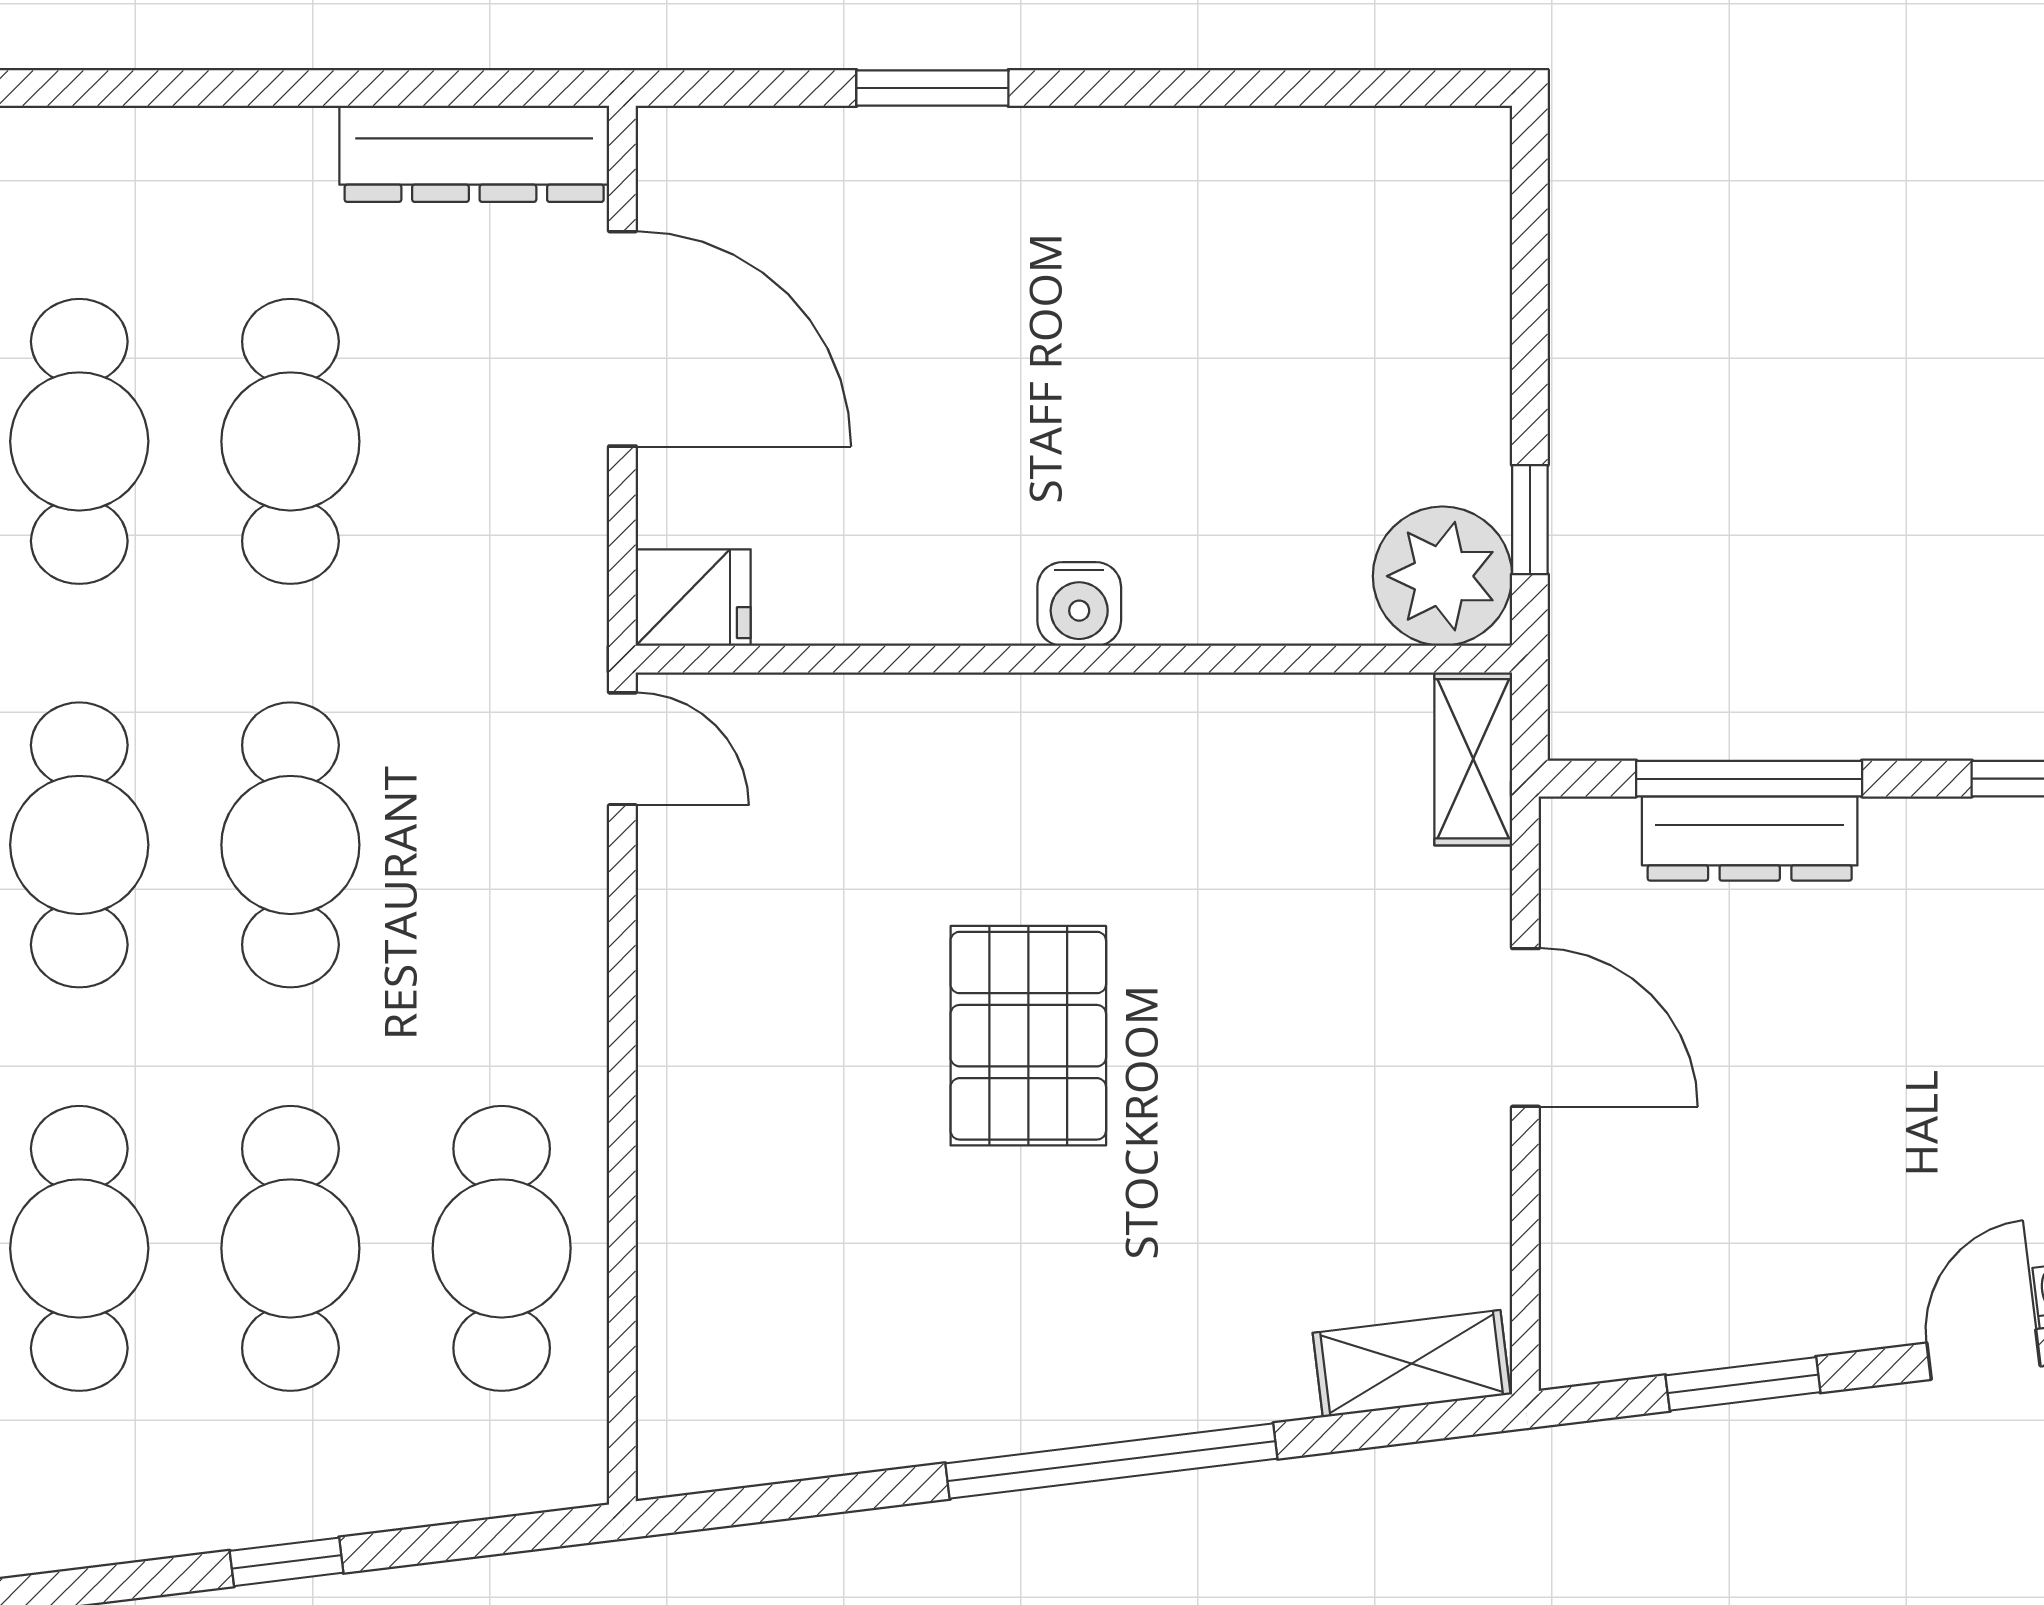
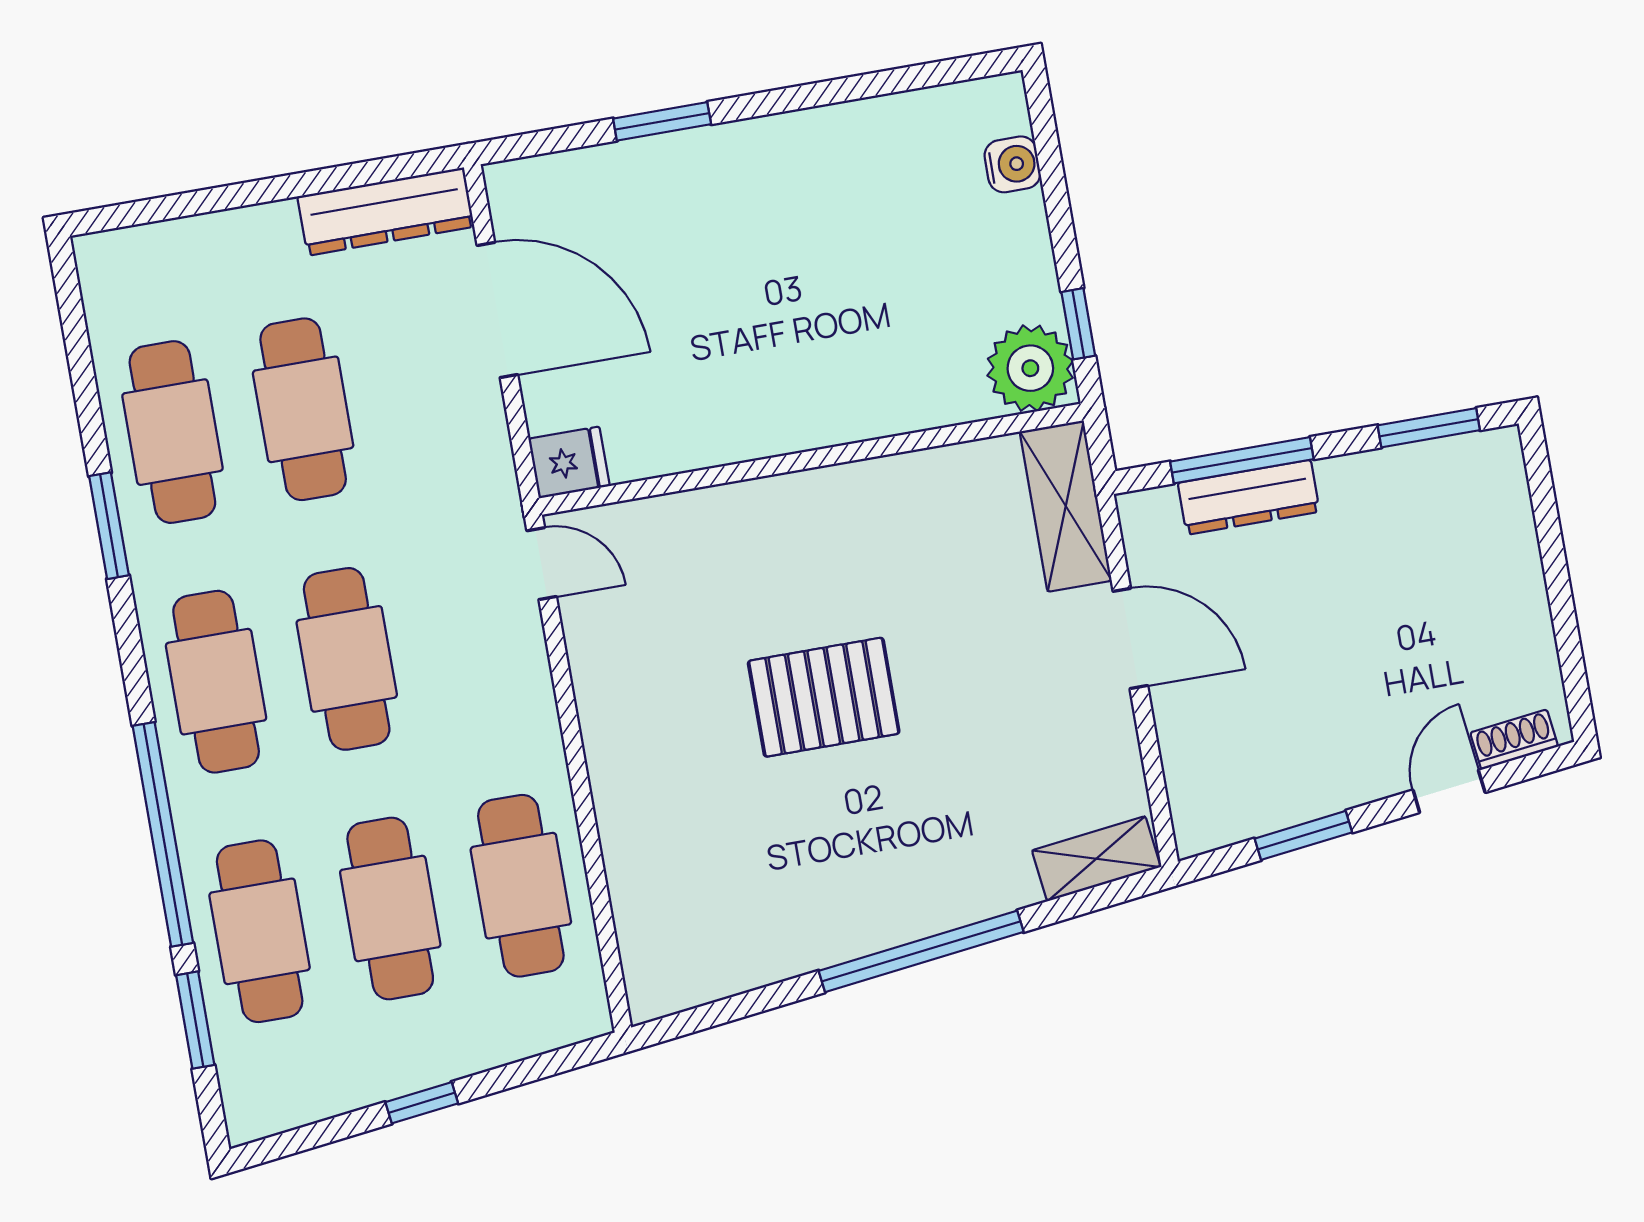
water cooler: (1079, 604) -> (1012, 164), moved, turned -90
shelving: (1473, 759) -> (1066, 506), width x1.50, depth x1.33
pallet: (1028, 1036) -> (824, 697), turned 90

